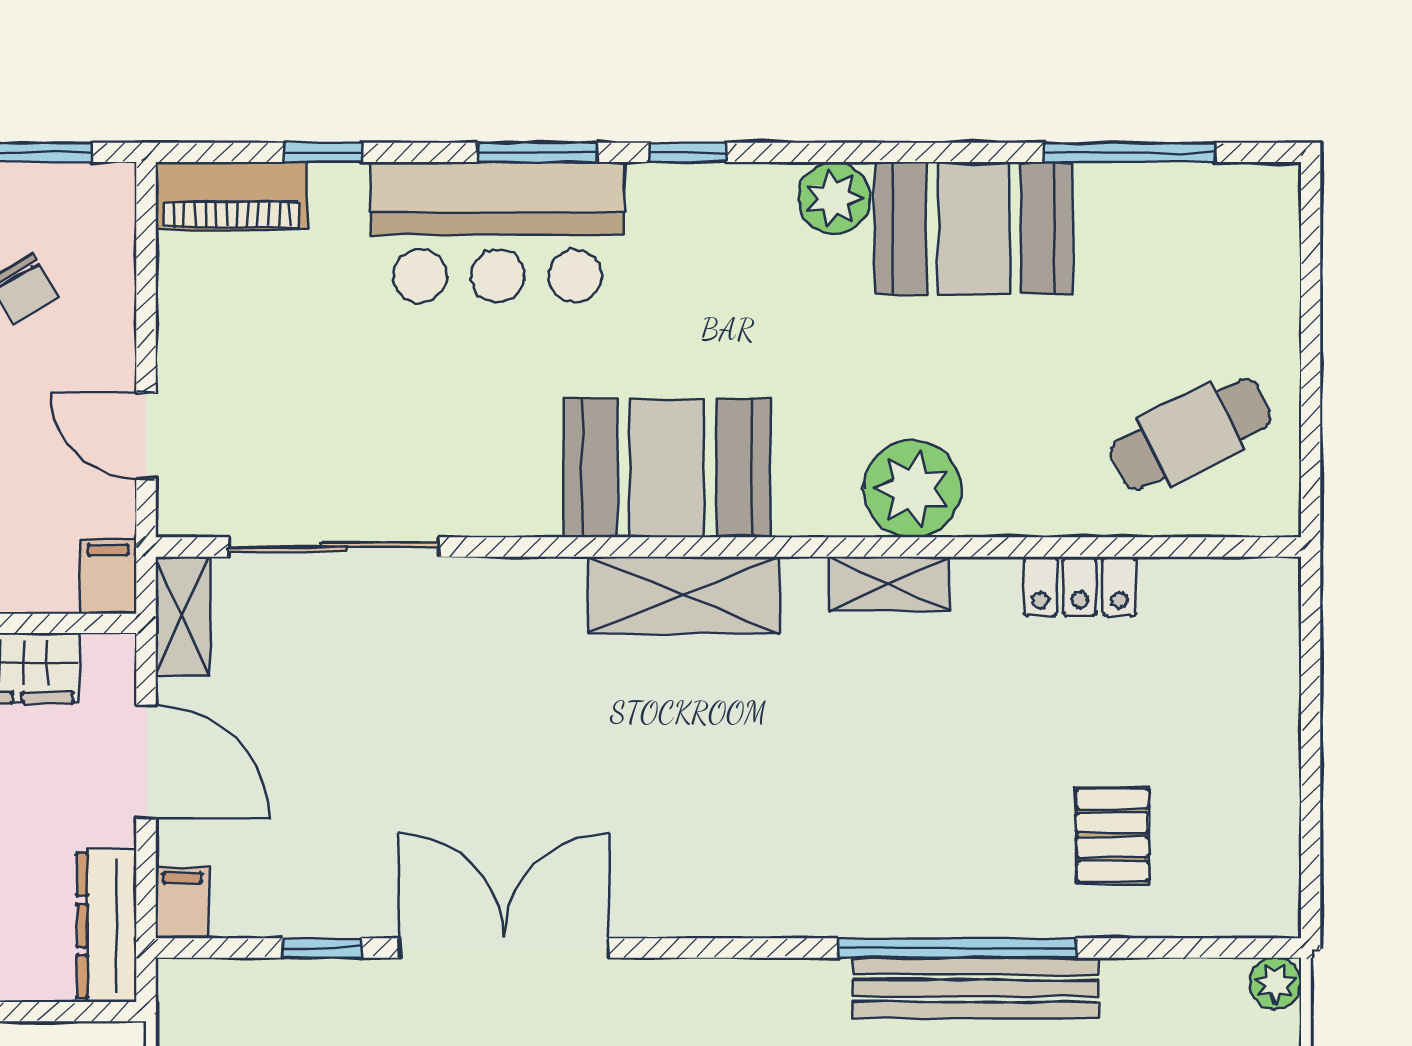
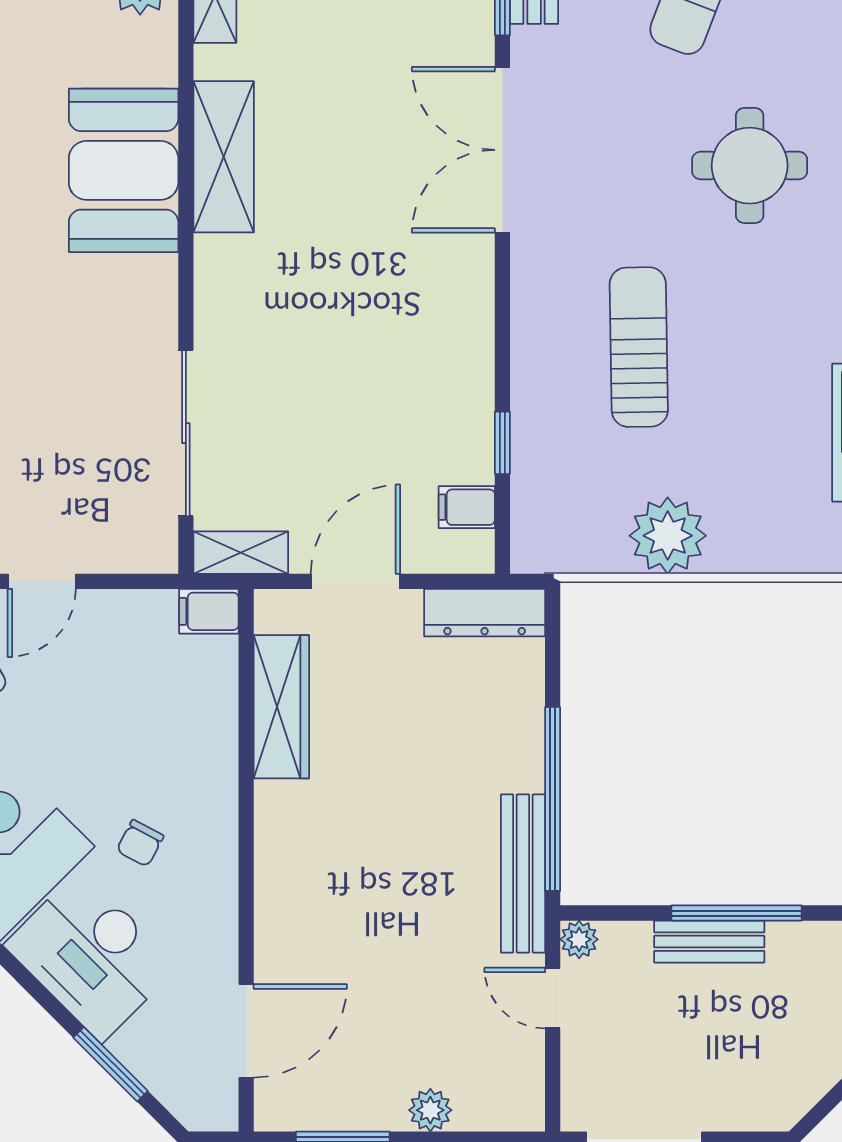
door: (146, 436) -> (42, 581), moved
filing cabinet: (182, 903) -> (467, 507), moved
double door: (504, 948) -> (502, 150), moved

